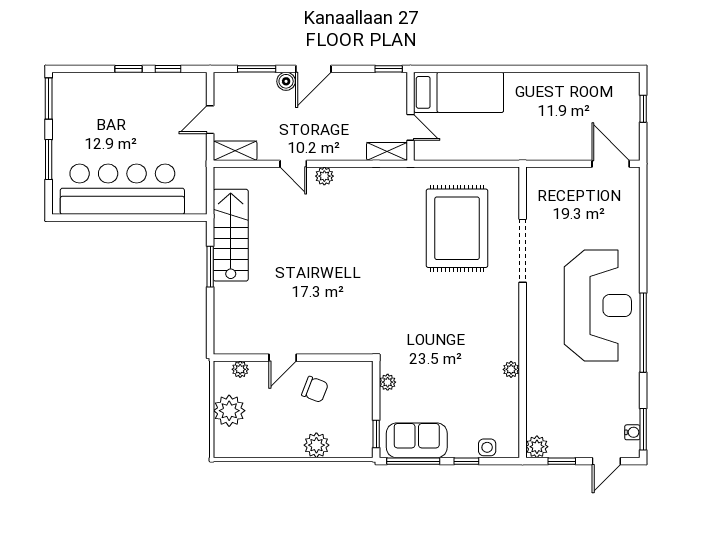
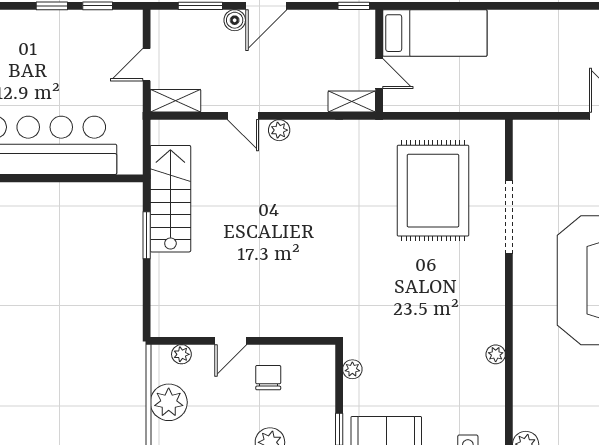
chair: (315, 389) -> (268, 378), turned -111

